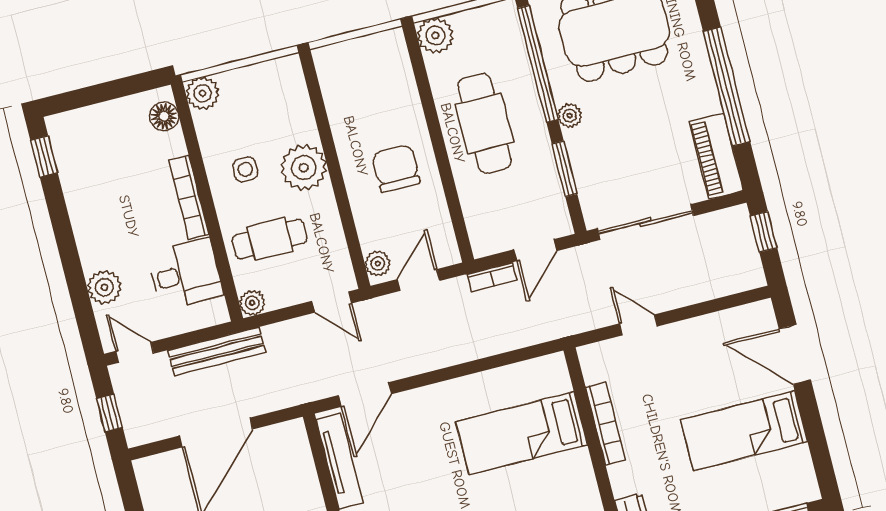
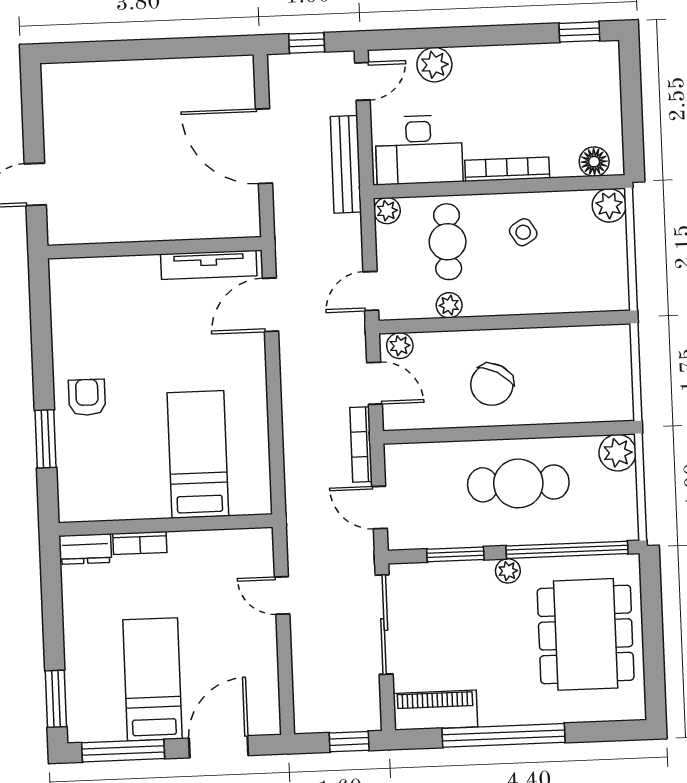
plant: (304, 168) -> (449, 305), moved, width x0.53, depth x0.53
chair: (396, 168) -> (492, 385), turned 119
side table: (245, 169) -> (523, 232), turned -32
desk: (185, 274) -> (419, 150), width x1.37
bookcase: (492, 277) -> (361, 444), width x1.56
door: (638, 325) -> (282, 595), swing flipped
door: (365, 395) -> (270, 305), hinge flipped
bookcase: (605, 423) -> (140, 543), moved, width x0.64
window: (818, 444) -> (123, 751), added

